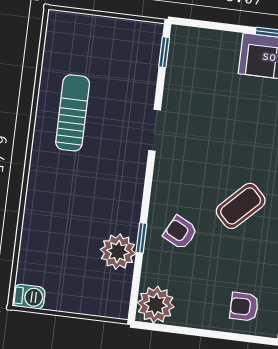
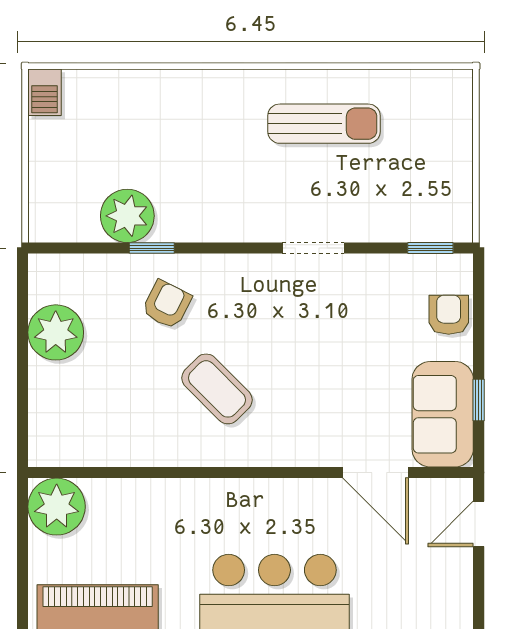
plant: (156, 305) -> (56, 332), moved
armchair: (244, 307) -> (449, 315), moved

